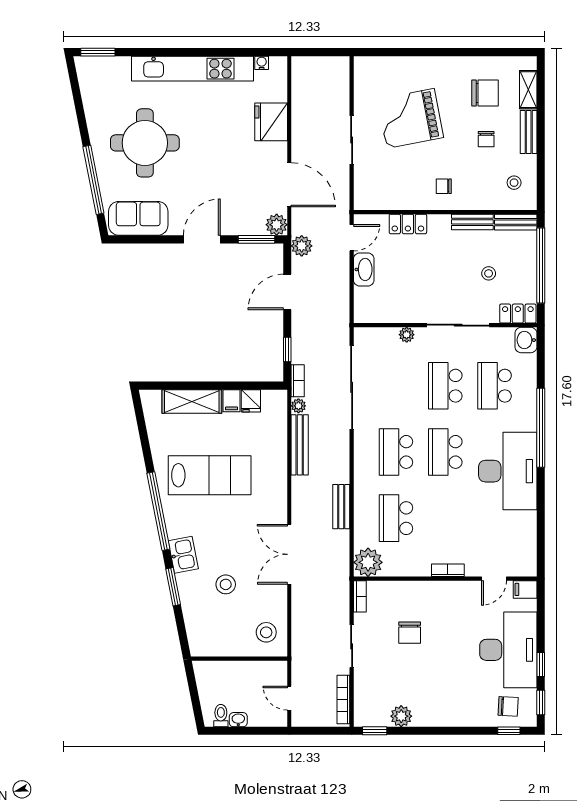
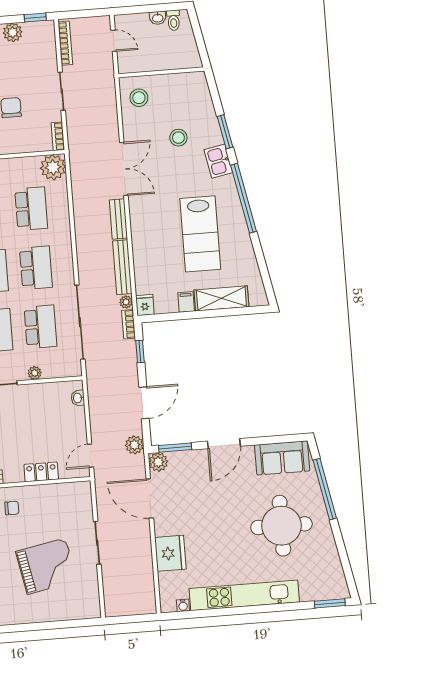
washbasin: (364, 269) -> (78, 398), moved, width x0.52, depth x0.69
school desk: (396, 386) -> (41, 327), added
fridge: (251, 401) -> (145, 305), moved
lab bench: (210, 475) -> (200, 234), turned -90
bench: (341, 507) -> (118, 219), moved

